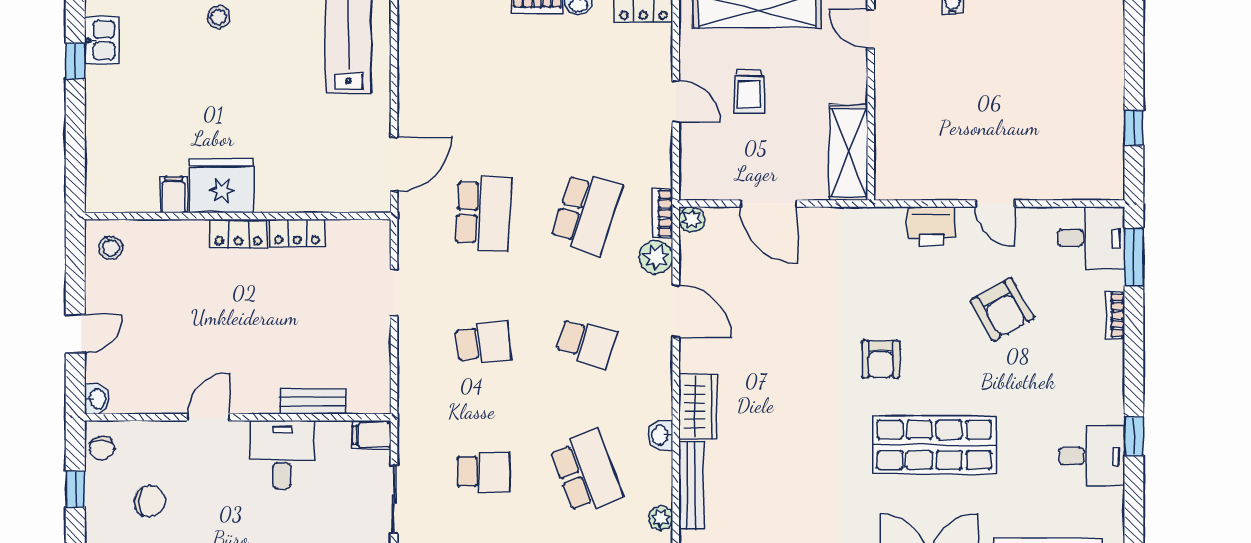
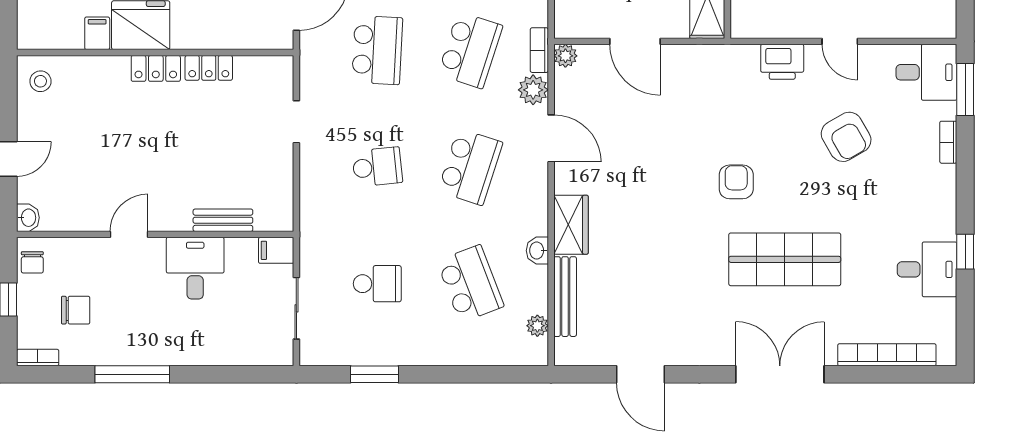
school desk: (586, 342) -> (470, 167), width x1.85
armchair: (881, 359) -> (736, 182), turned 180

